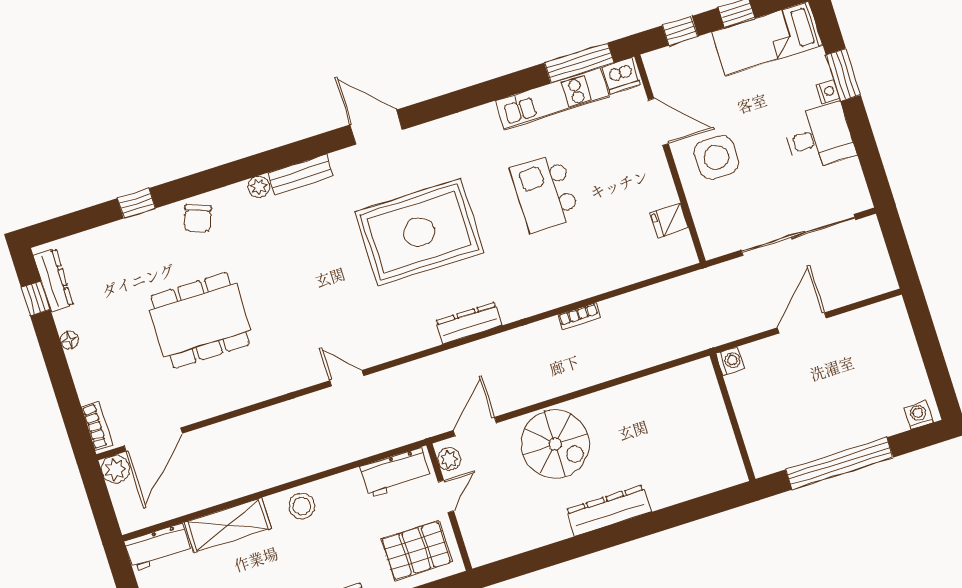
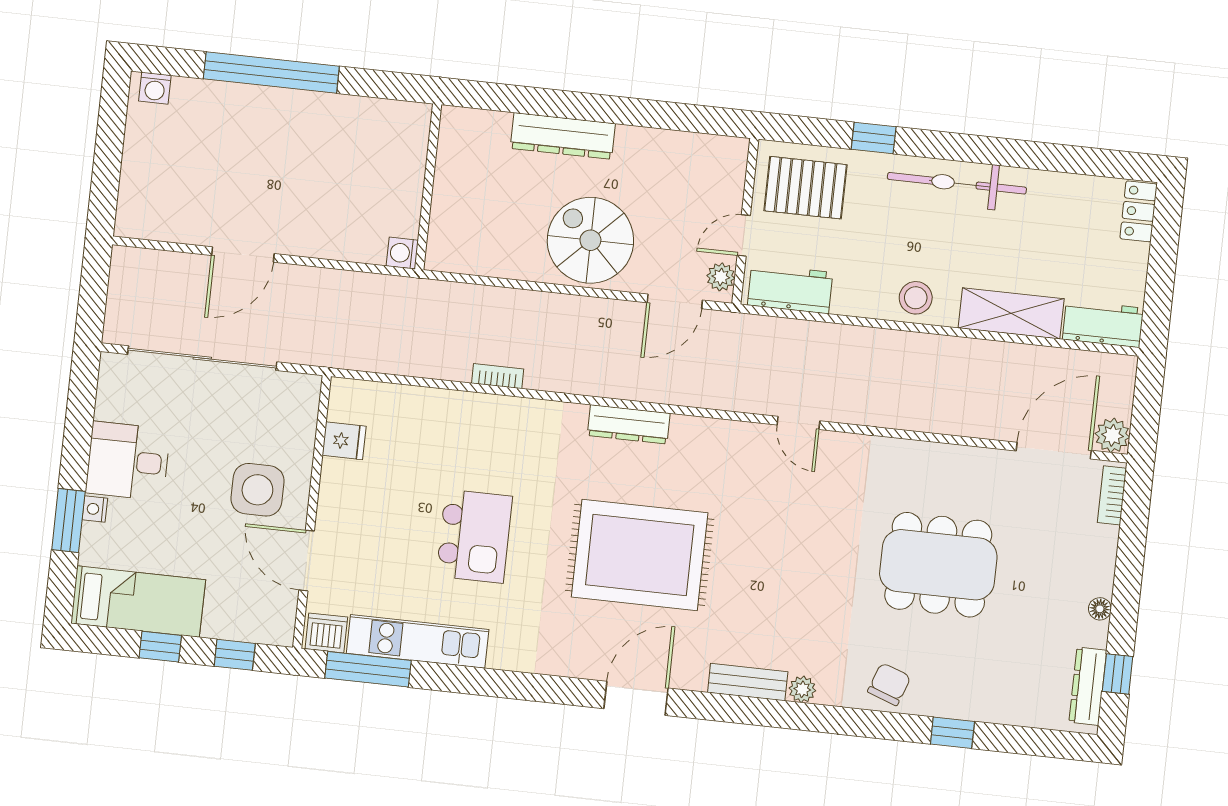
door: (376, 127) -> (636, 698), swing flipped
washing machine: (730, 361) -> (402, 253), moved
wall: (733, 417) -> (428, 187), moved

